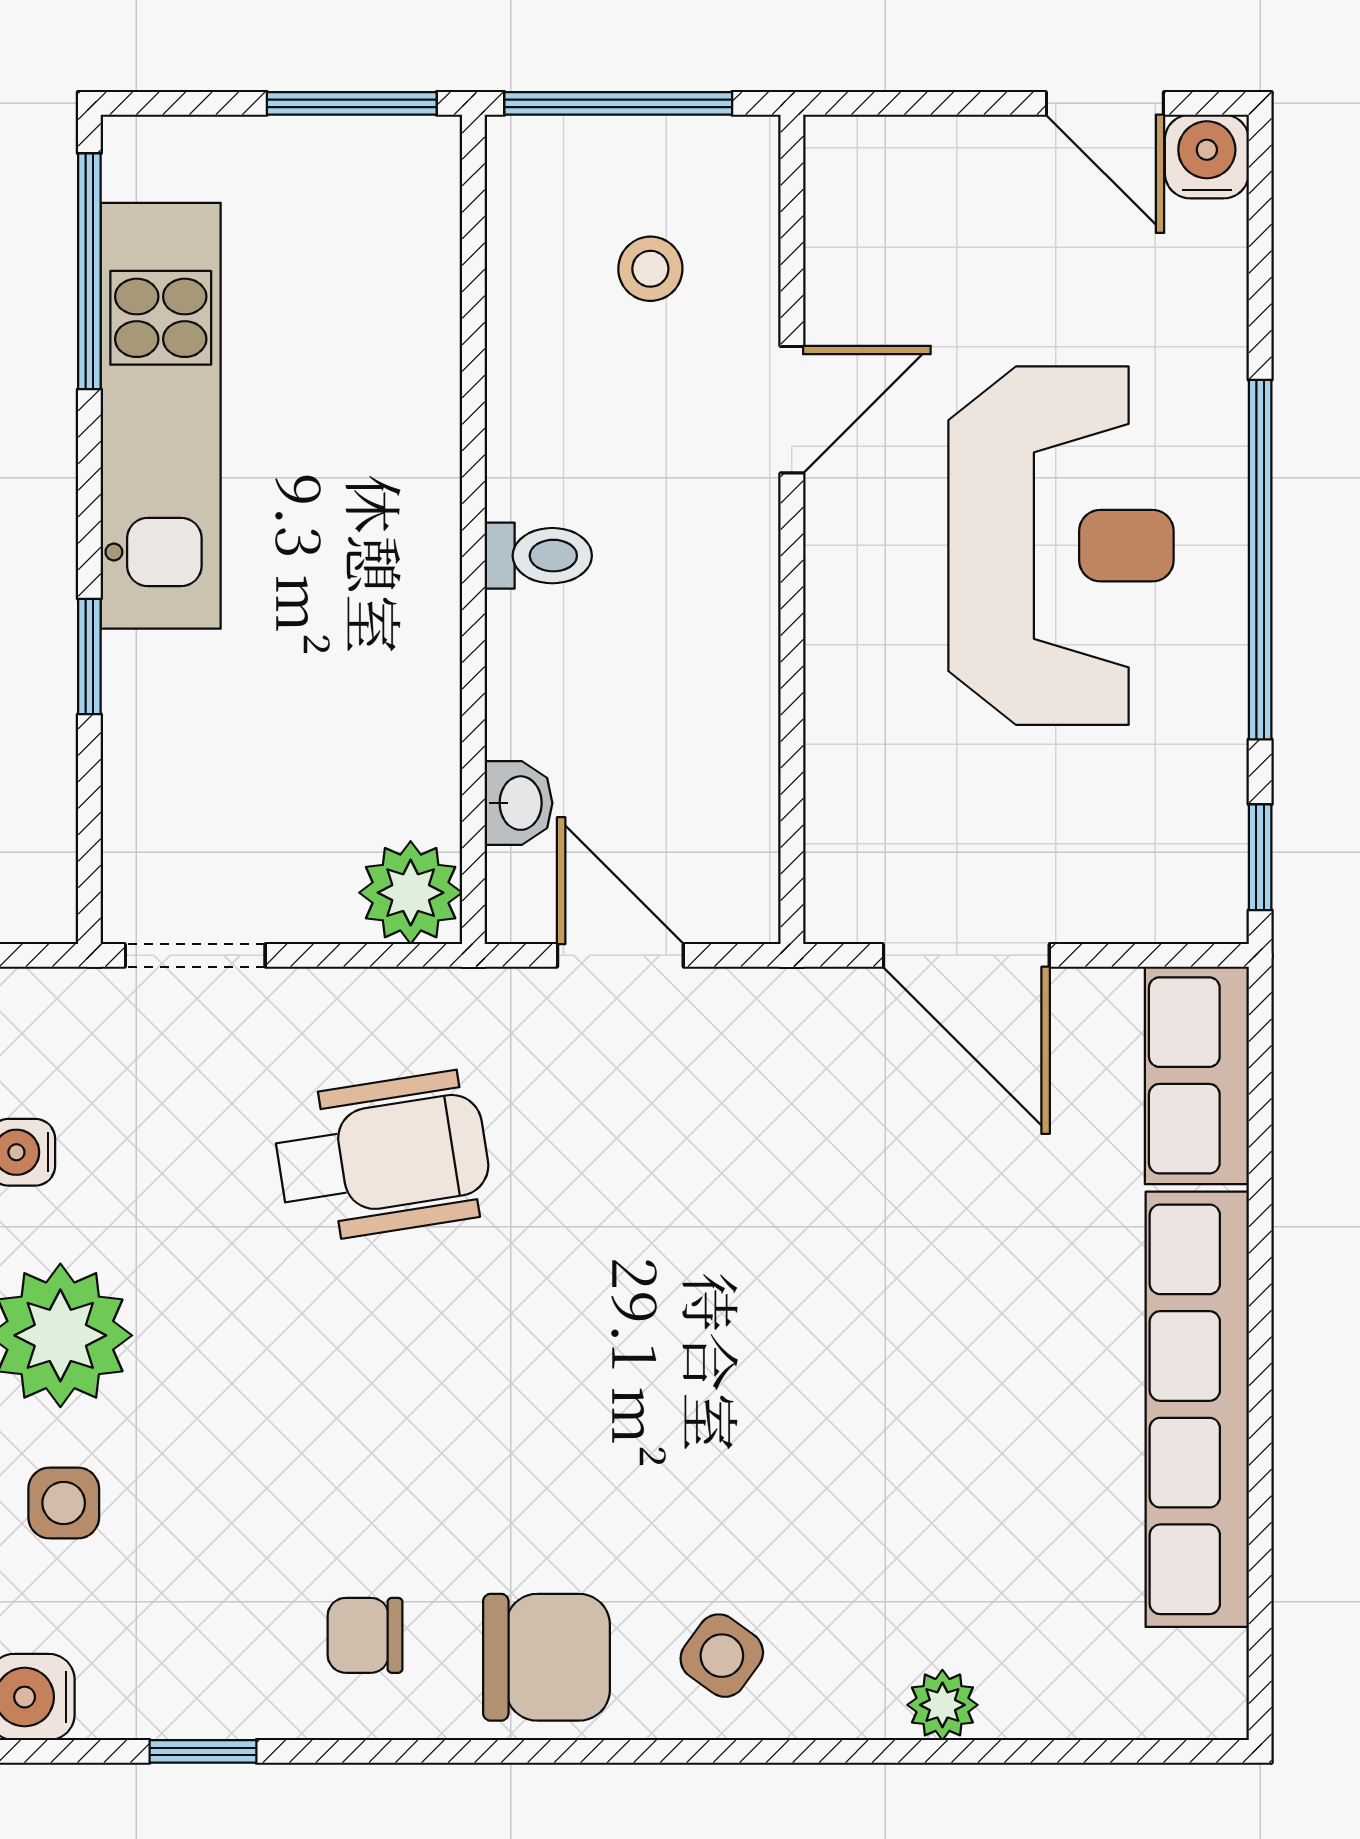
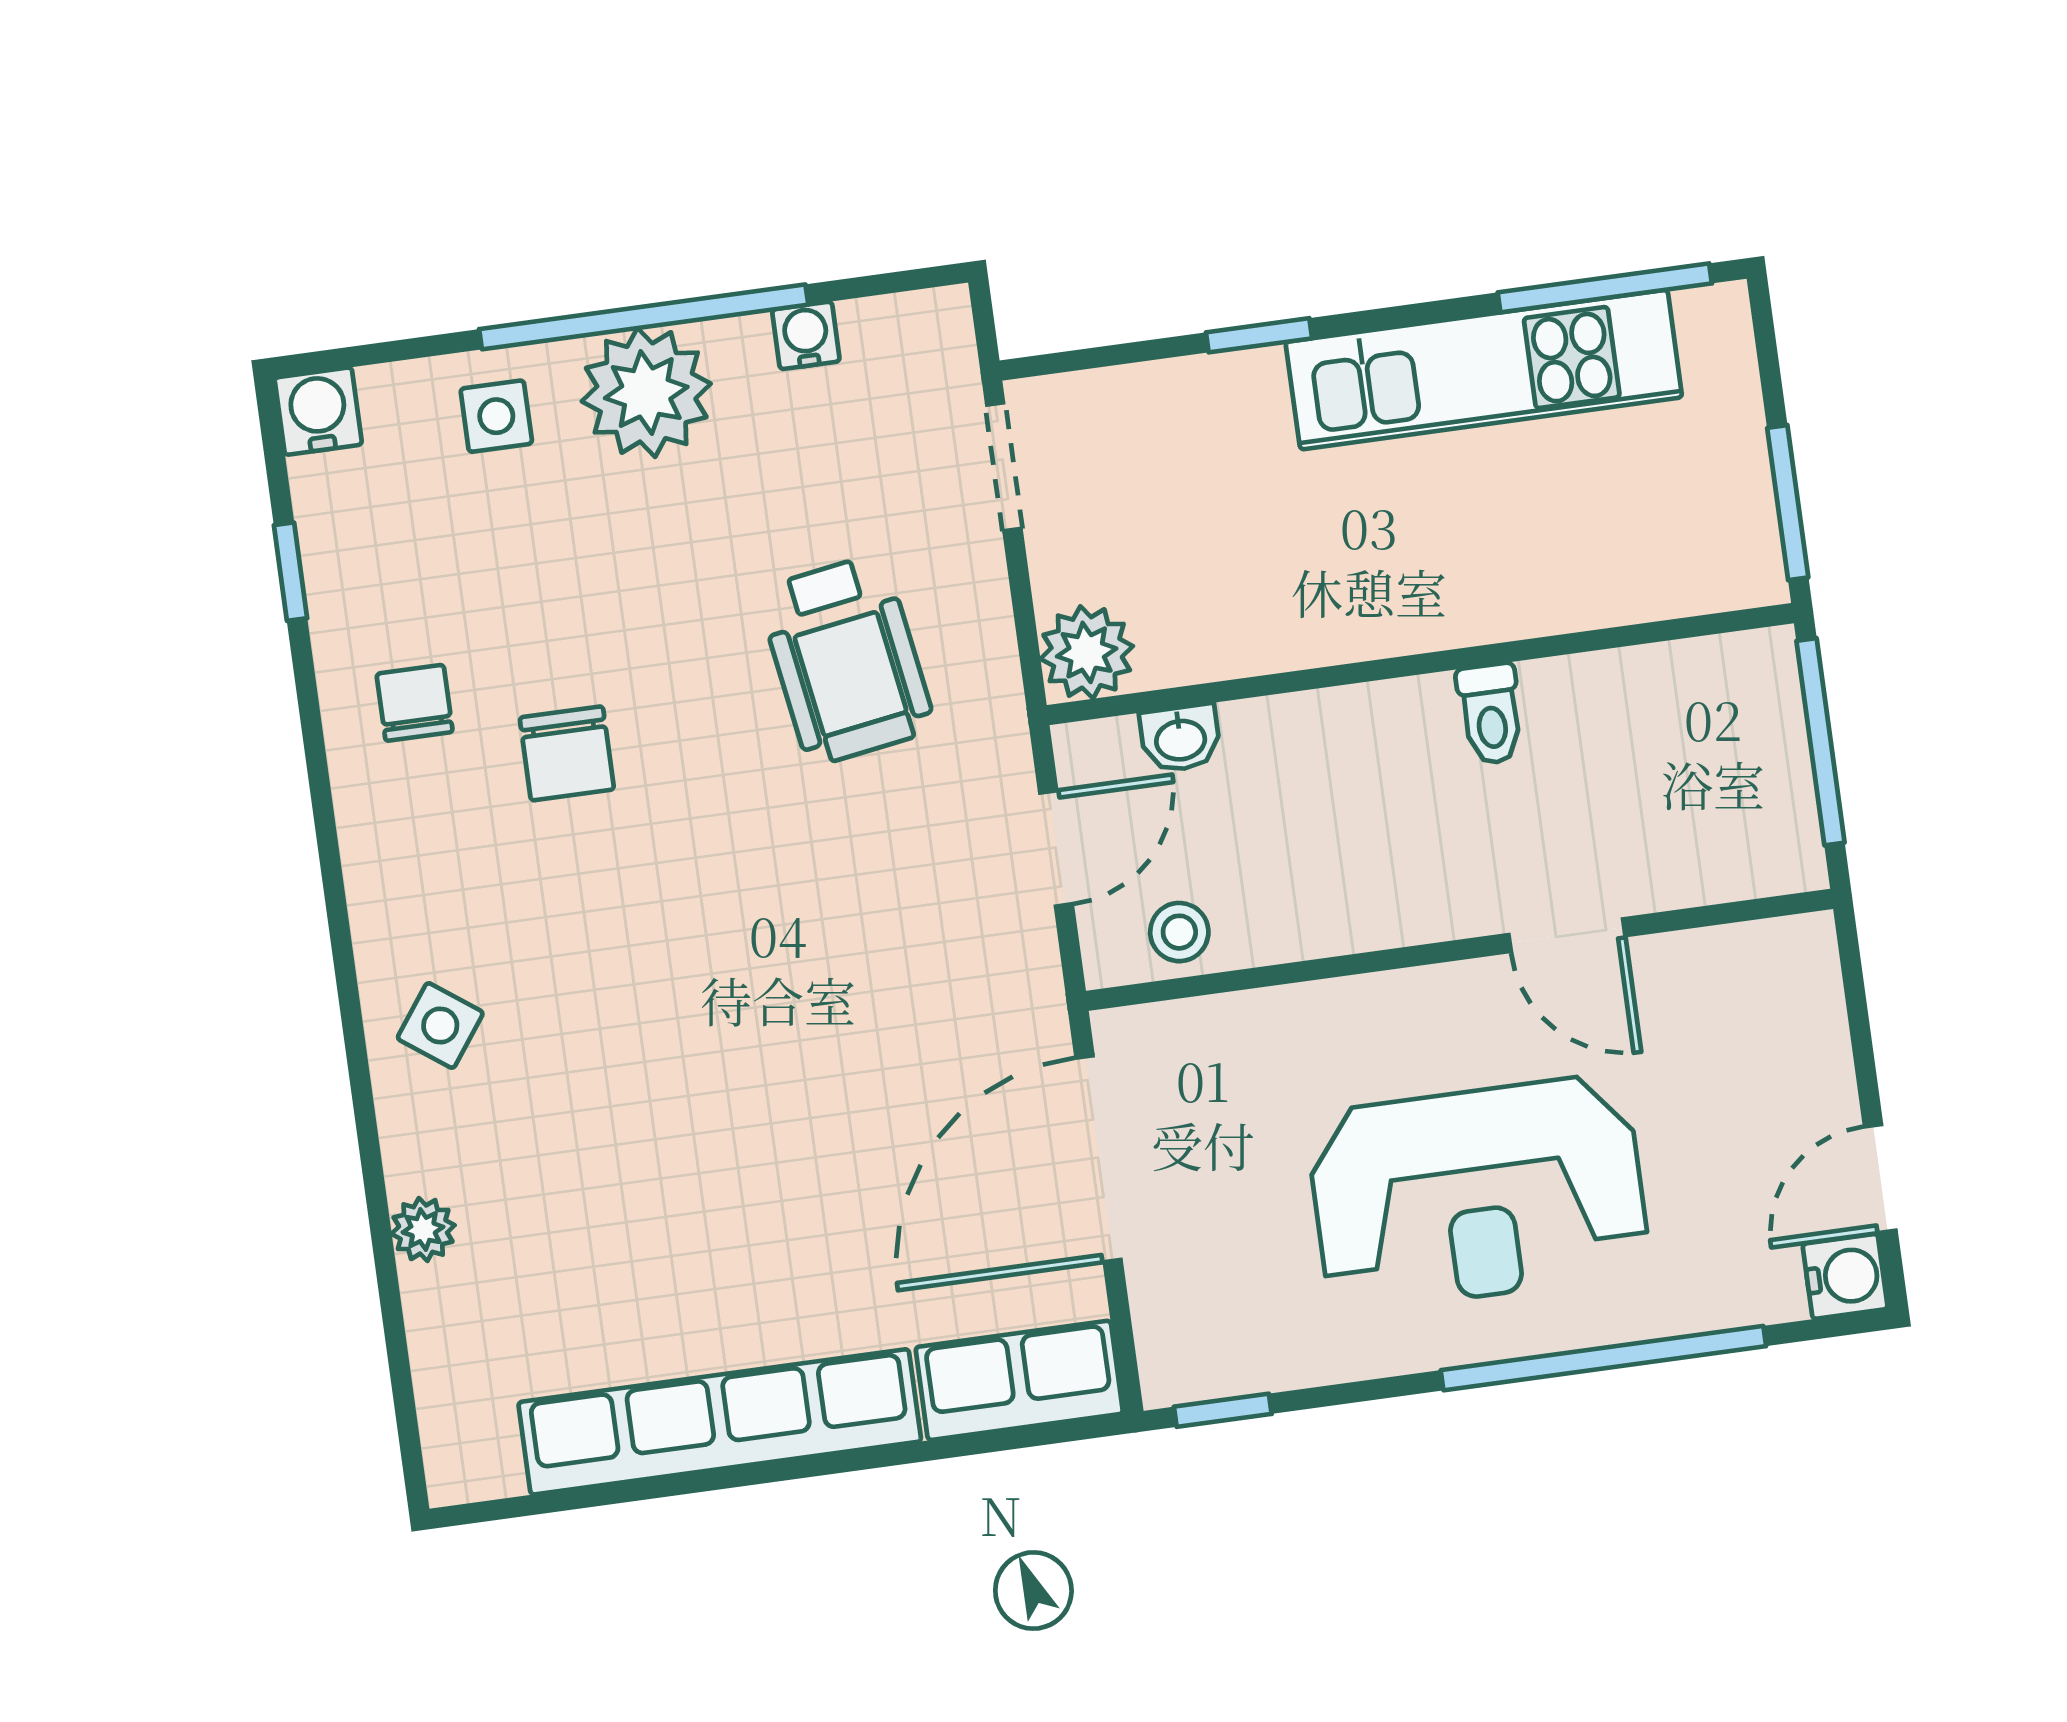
stool: (650, 269) -> (1179, 932), moved
toilet: (538, 556) -> (1491, 714), moved
window: (1260, 560) -> (1603, 1358), moved
door: (966, 955) -> (1099, 1159), width x1.36
chair: (547, 1657) -> (567, 753), moved, width x0.73, depth x0.73

